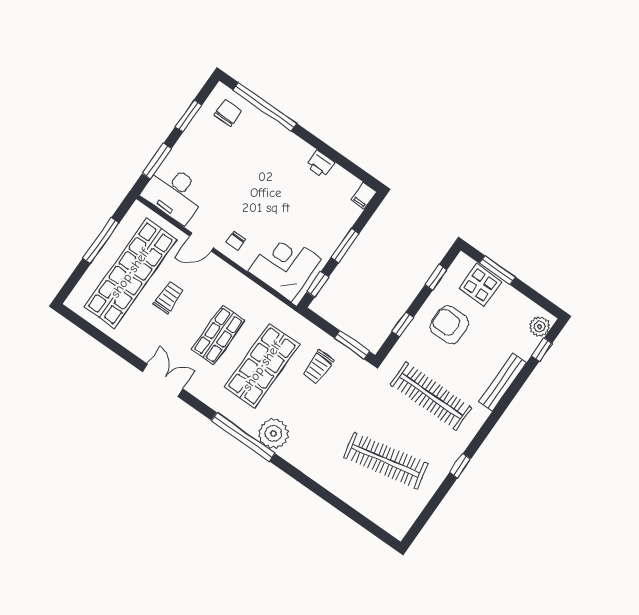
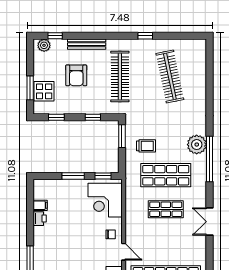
filing cabinet: (364, 196) -> (40, 205), moved
trolley: (169, 298) -> (164, 249), removed
armchair: (449, 325) -> (76, 75), moved

